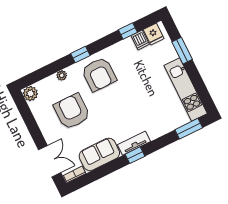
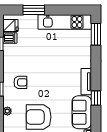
armchair: (99, 74) -> (20, 82), width x0.53, depth x0.53
window: (135, 155) -> (96, 98), moved

